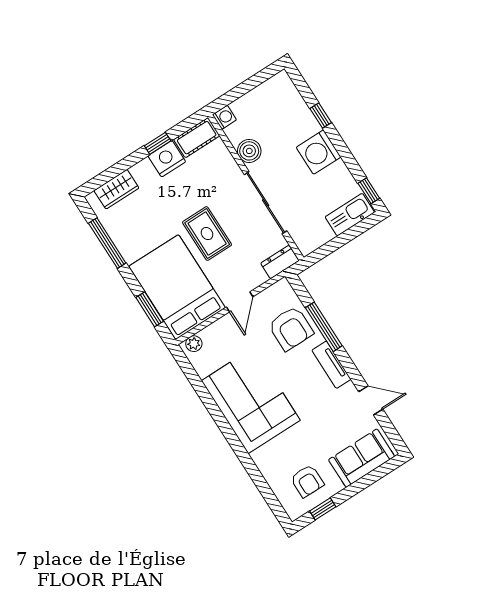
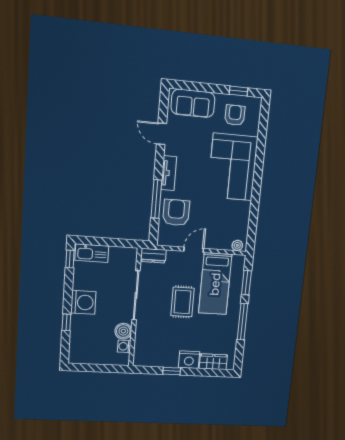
washing machine: (224, 117) -> (124, 346), moved
cot: (197, 138) -> (148, 359), removed
nightstand: (167, 159) -> (189, 360), moved
window: (107, 243) -> (242, 322), moved
bed: (177, 287) -> (215, 284), width x0.67
corner sofa: (251, 400) -> (233, 167), moved

